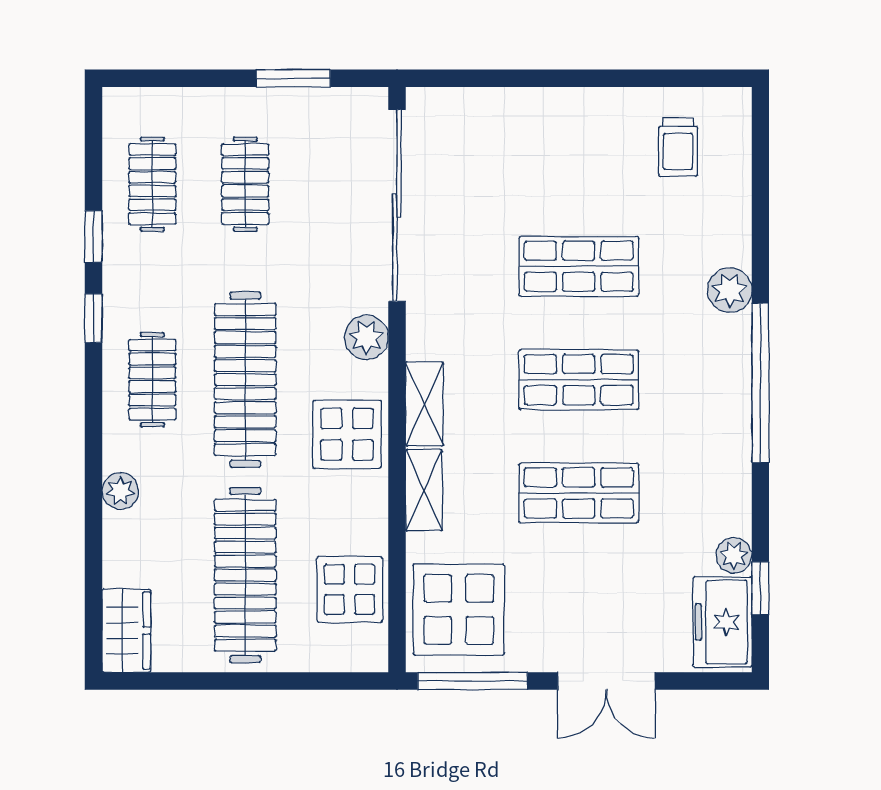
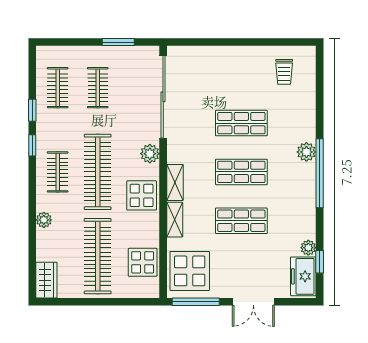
plant: (730, 290) -> (306, 152), moved

